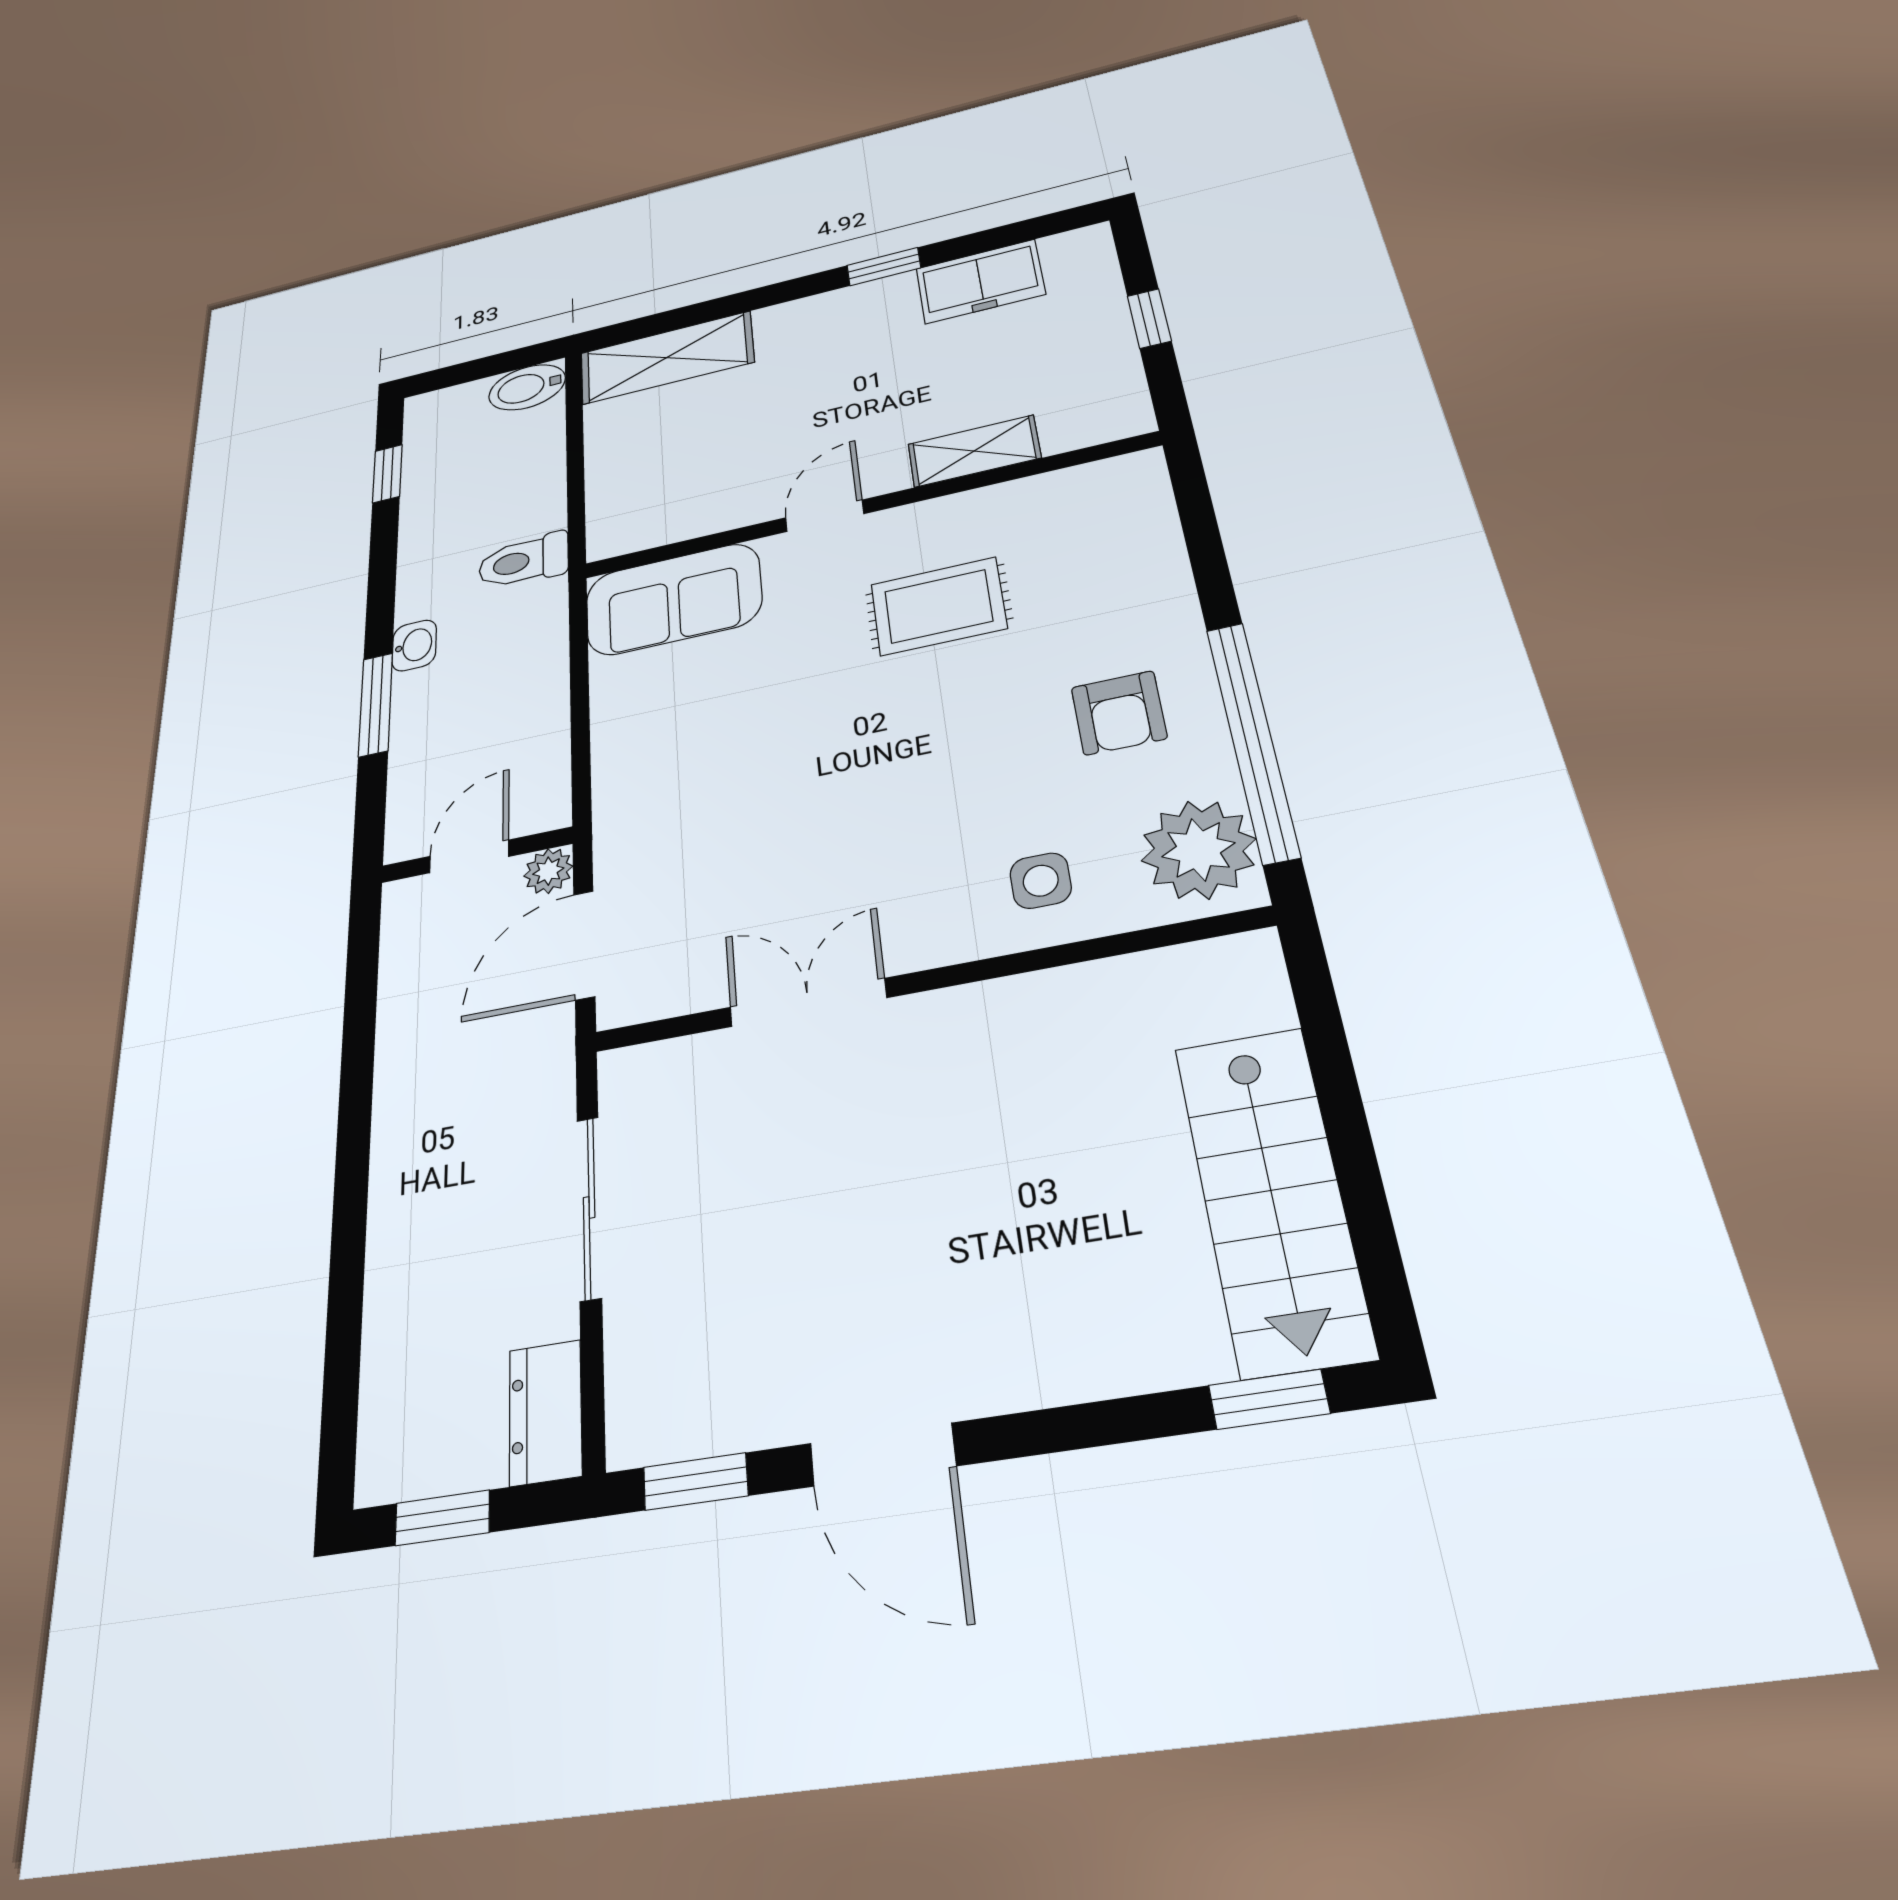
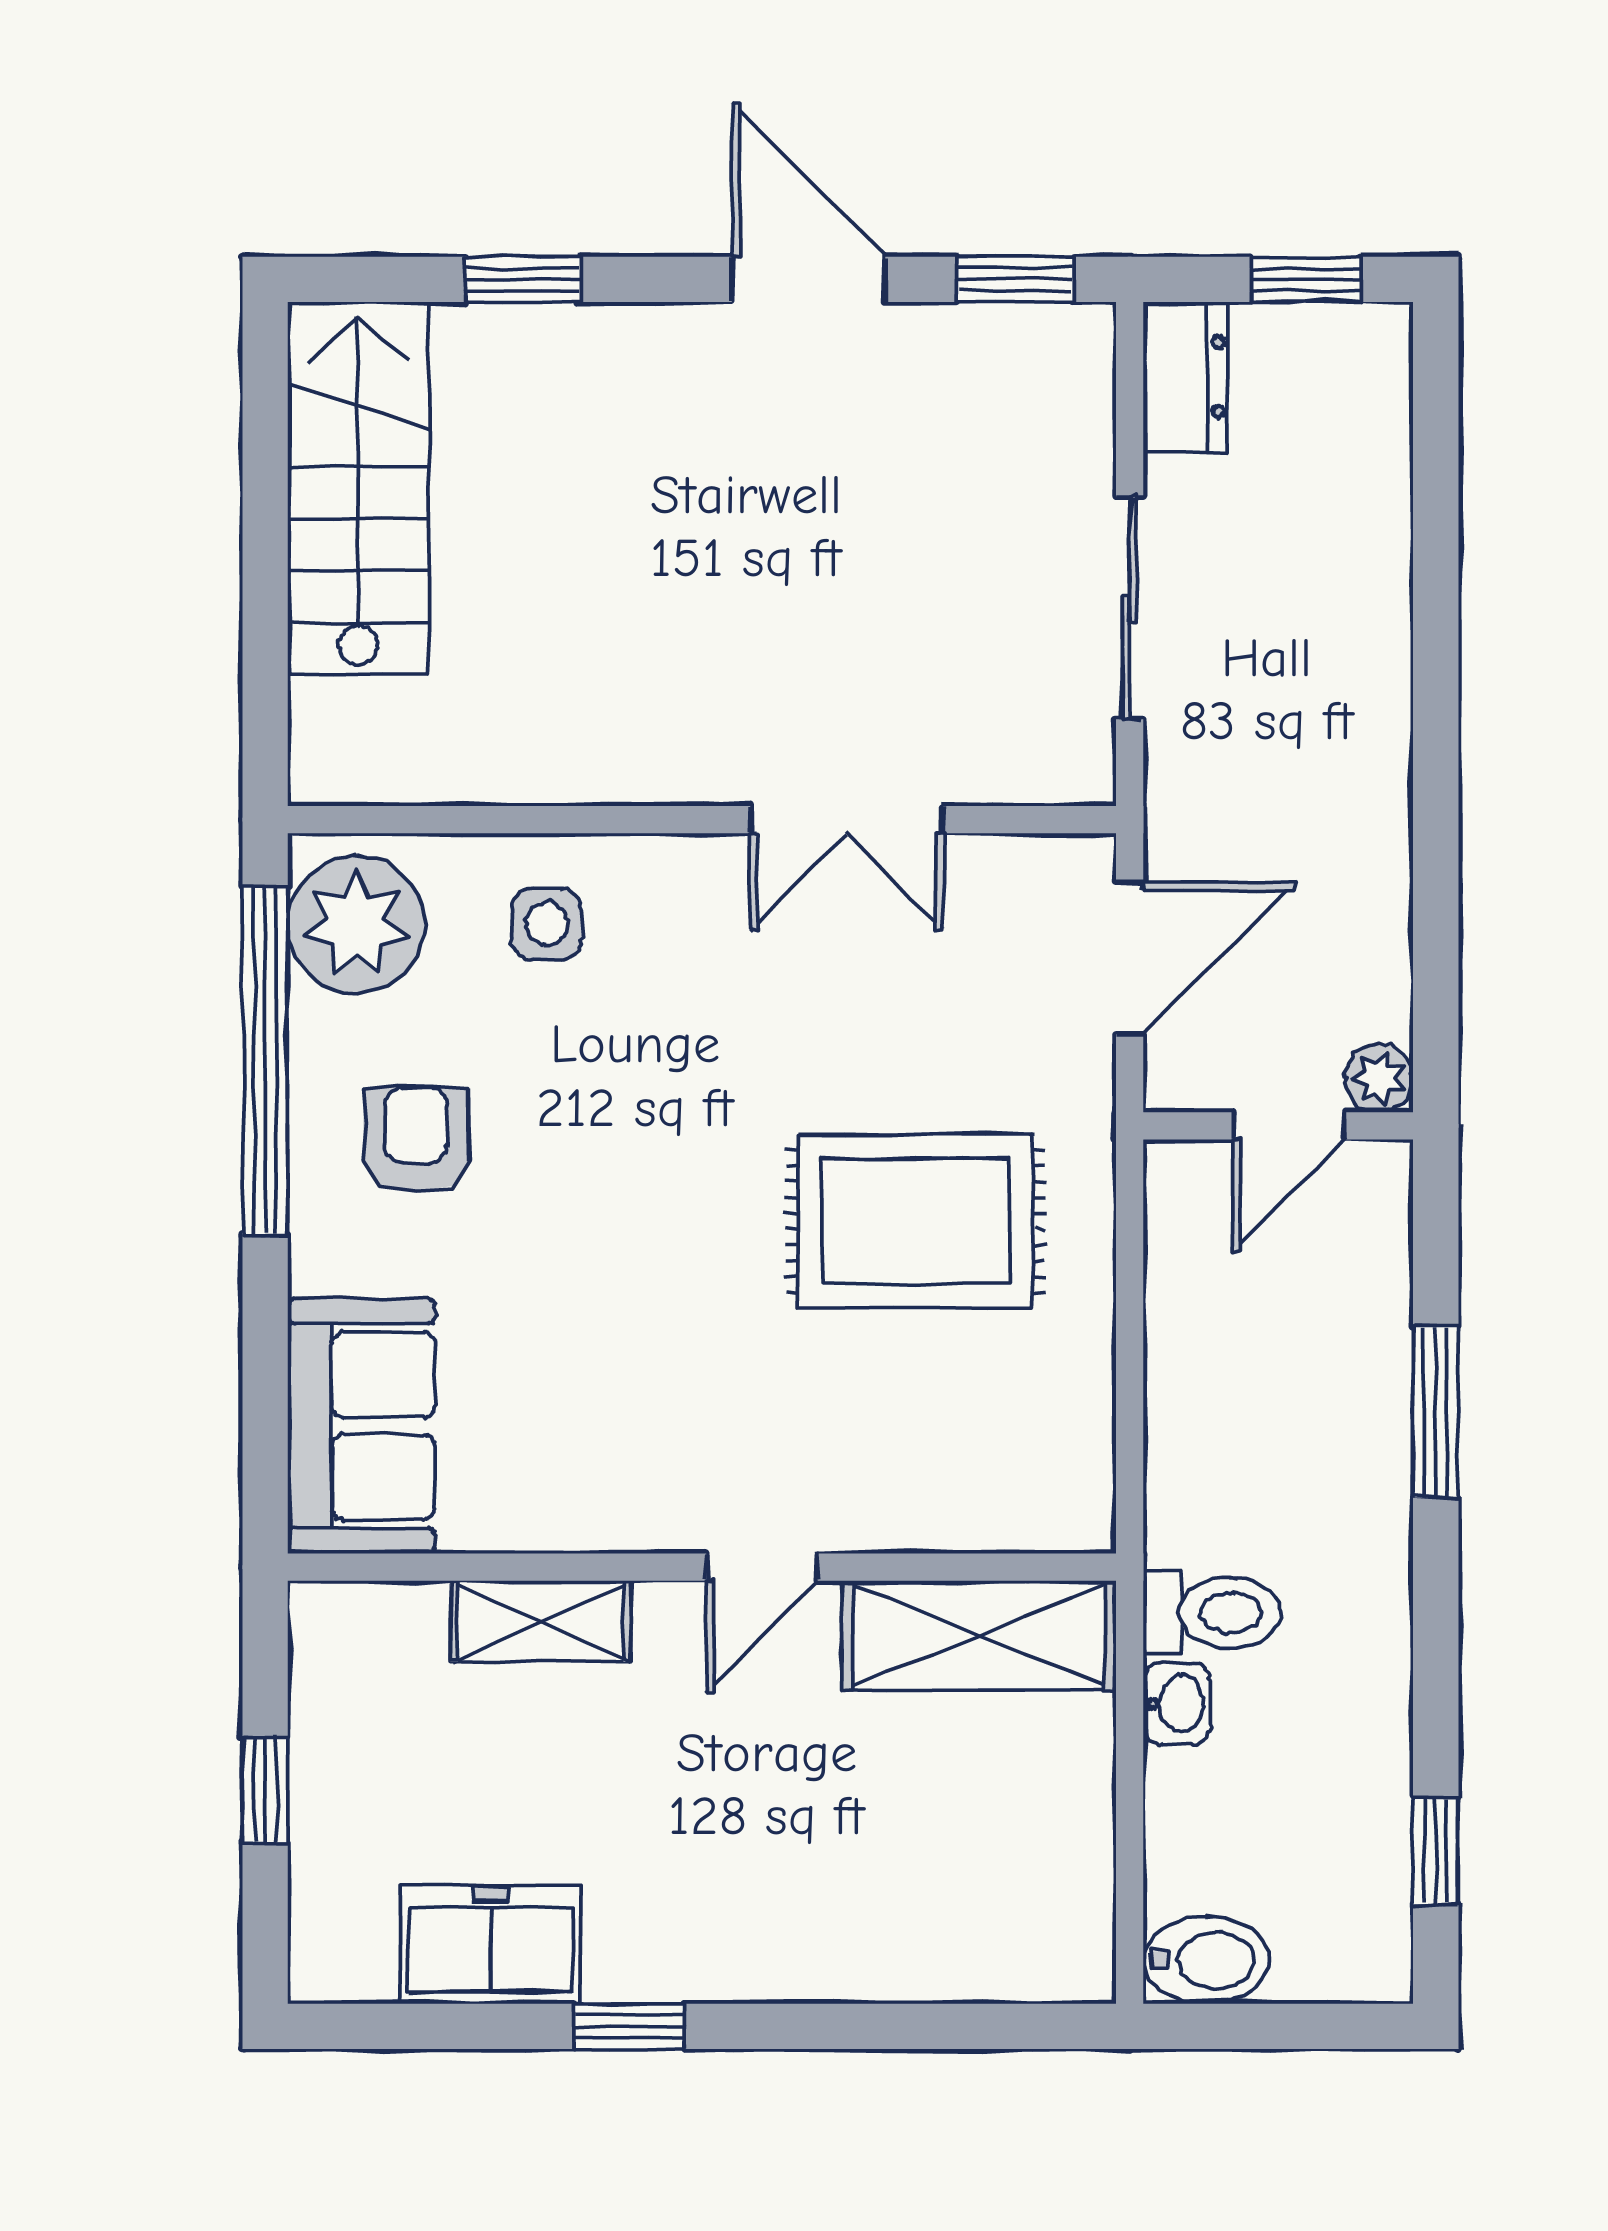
shelving: (667, 358) -> (979, 1635), moved
sofa: (673, 599) -> (361, 1426), moved, turned 90
rug: (938, 606) -> (916, 1221), moved, width x1.36, depth x1.43
washbasin: (414, 645) -> (1177, 1703), moved, turned 180
plant: (548, 871) -> (1379, 1078), moved
window: (1269, 1399) -> (523, 279), moved

